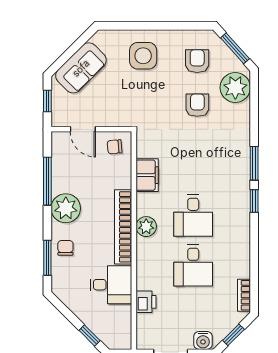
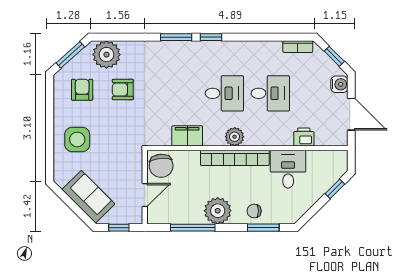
armchair: (197, 61) -> (82, 90), turned 90
chair: (115, 147) -> (161, 166), width x1.87, depth x1.87

